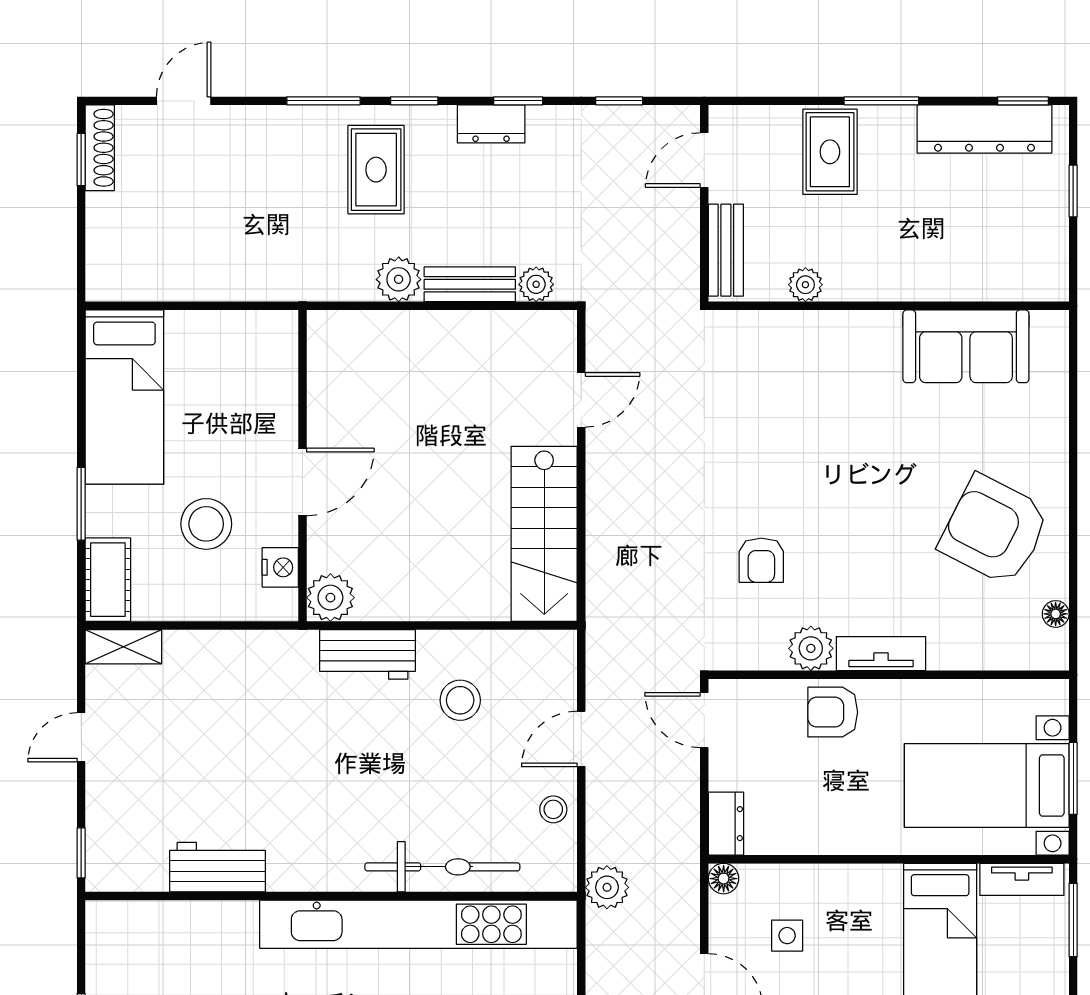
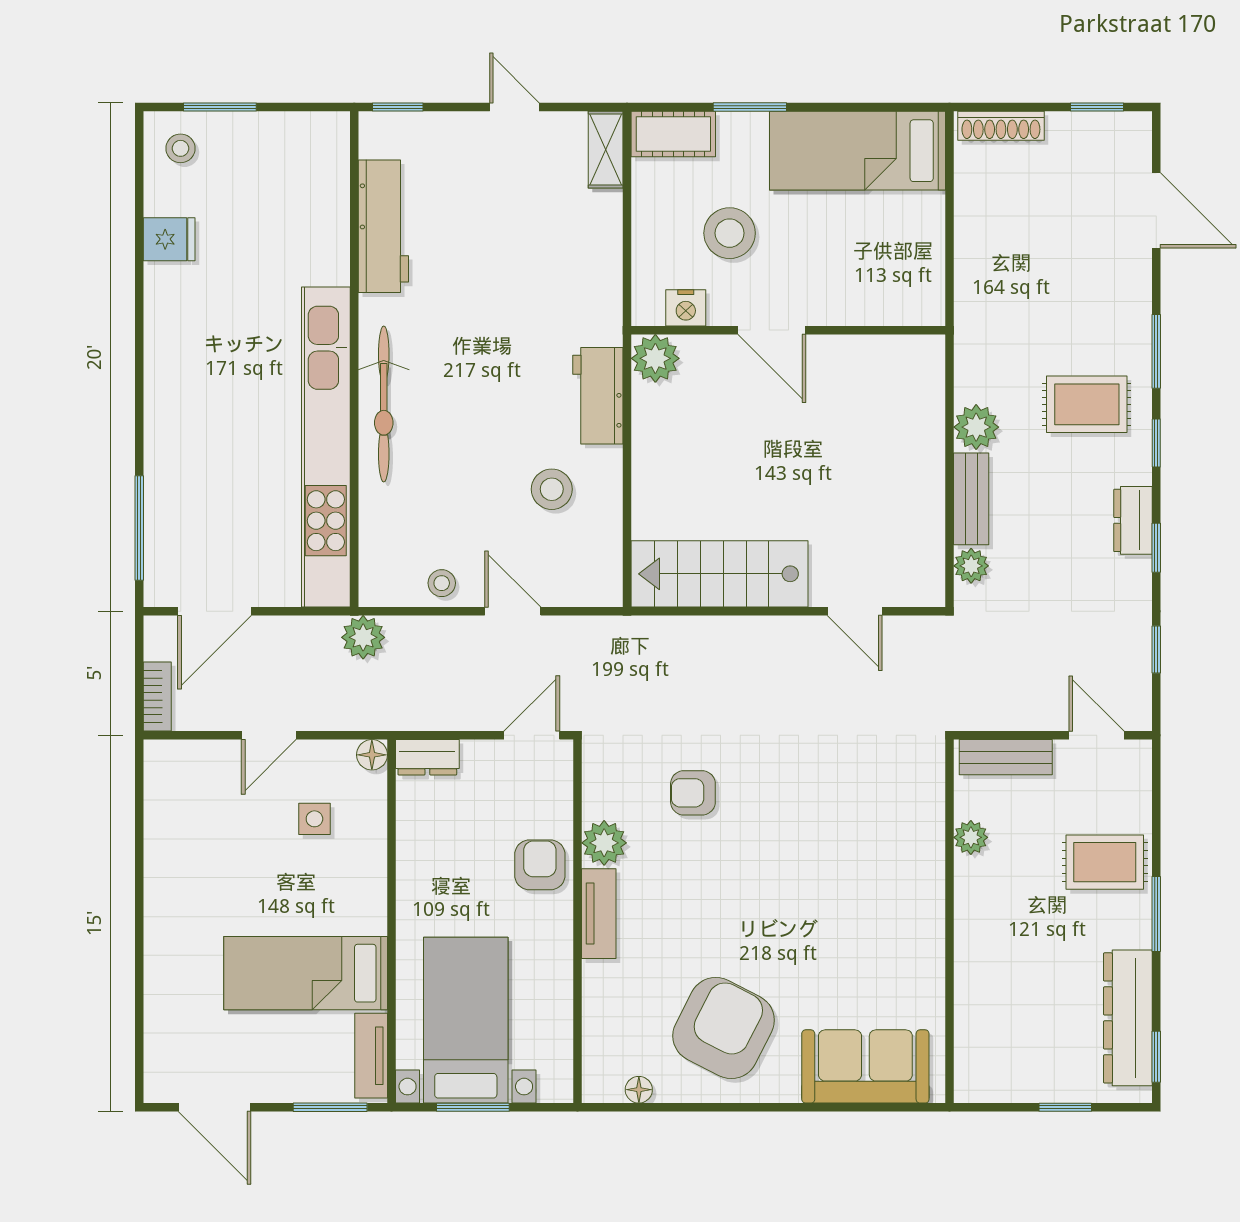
door: (184, 101) -> (1156, 210), width x1.38
shoe rack: (100, 148) -> (1001, 126), moved
sofa: (966, 346) -> (865, 1066), moved, turned 90
workbench: (217, 867) -> (383, 226), width x1.38
bicycle: (442, 867) -> (384, 404), moved

